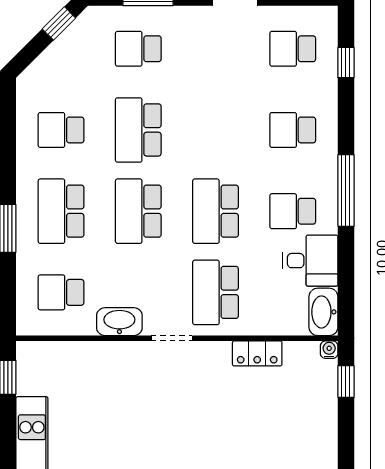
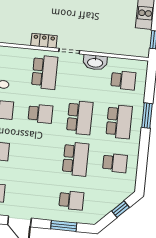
window: (59, 23) -> (120, 209), moved
school desk: (216, 211) -> (40, 114), width x0.54
locker: (257, 353) -> (44, 41), moved

